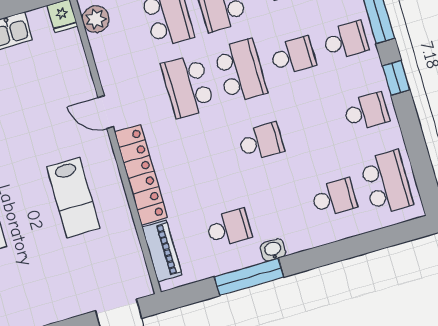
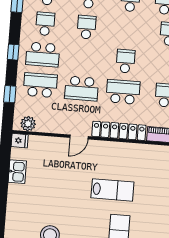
school desk: (240, 71) -> (123, 92), moved
lab bench: (73, 198) -> (112, 190), moved

